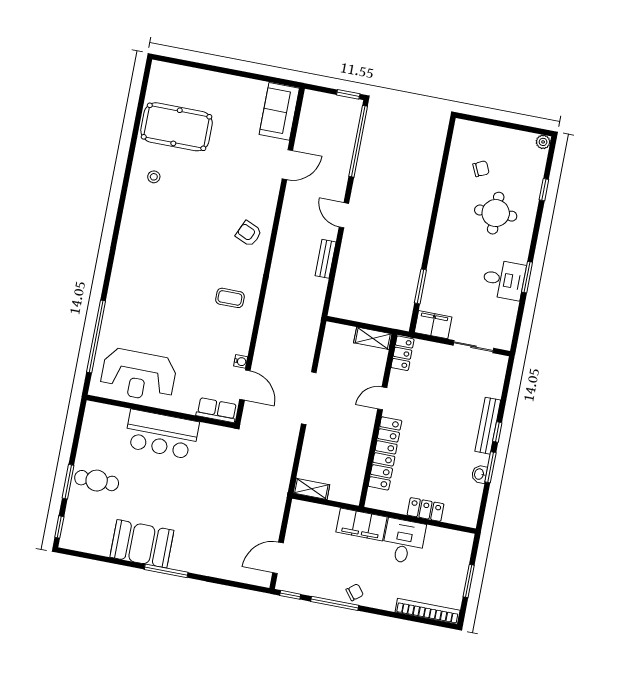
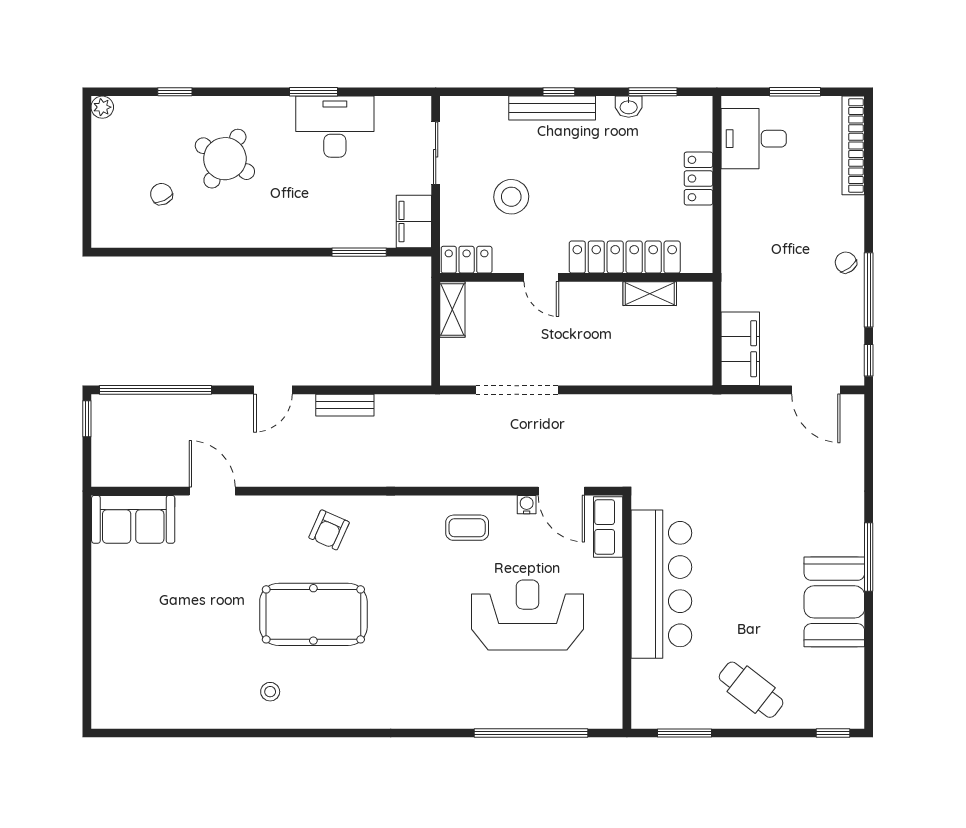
pool table: (177, 127) -> (313, 614), moved, turned 90
round table: (496, 213) -> (225, 159), turned 31
desk: (504, 280) -> (335, 127), width x1.37
coffee table: (230, 298) -> (467, 528), moved, turned 90
reception desk: (138, 375) -> (528, 615), moved, turned -90
door: (245, 385) -> (561, 491), swing flipped
stool: (437, 389) -> (511, 197), added
doorway: (309, 398) -> (517, 390), moved
bar counter: (162, 434) -> (661, 584), width x1.36
window: (490, 467) -> (653, 92), moved
cafe table: (97, 481) -> (751, 690), turned -52
window: (68, 482) -> (684, 733), moved
shelving: (311, 489) -> (650, 294), moved, turned 90
filing cabinet: (362, 524) -> (740, 349), moved
desk: (404, 541) -> (754, 139), moved

